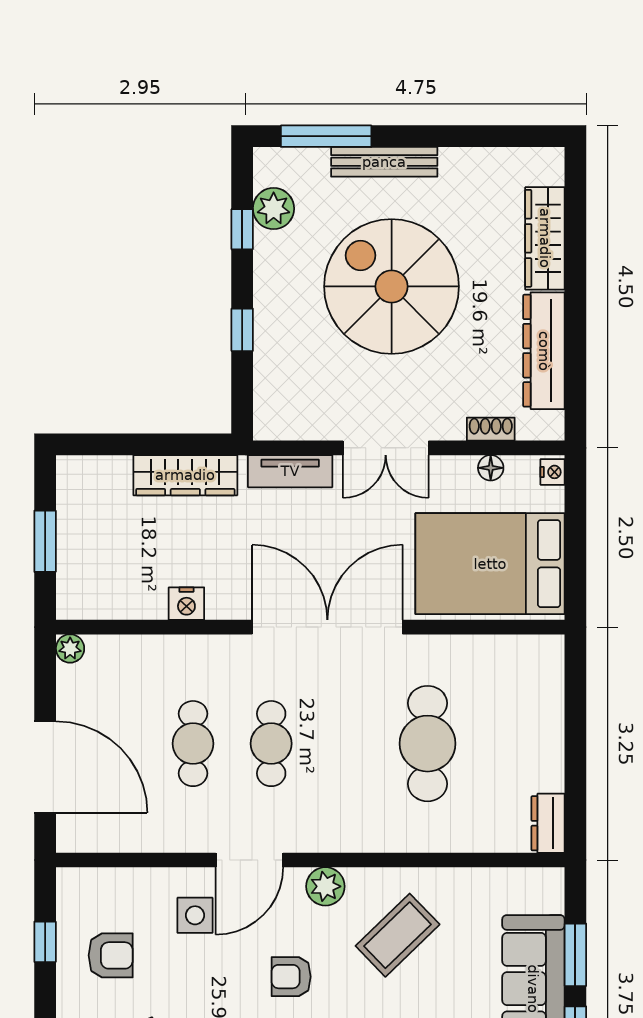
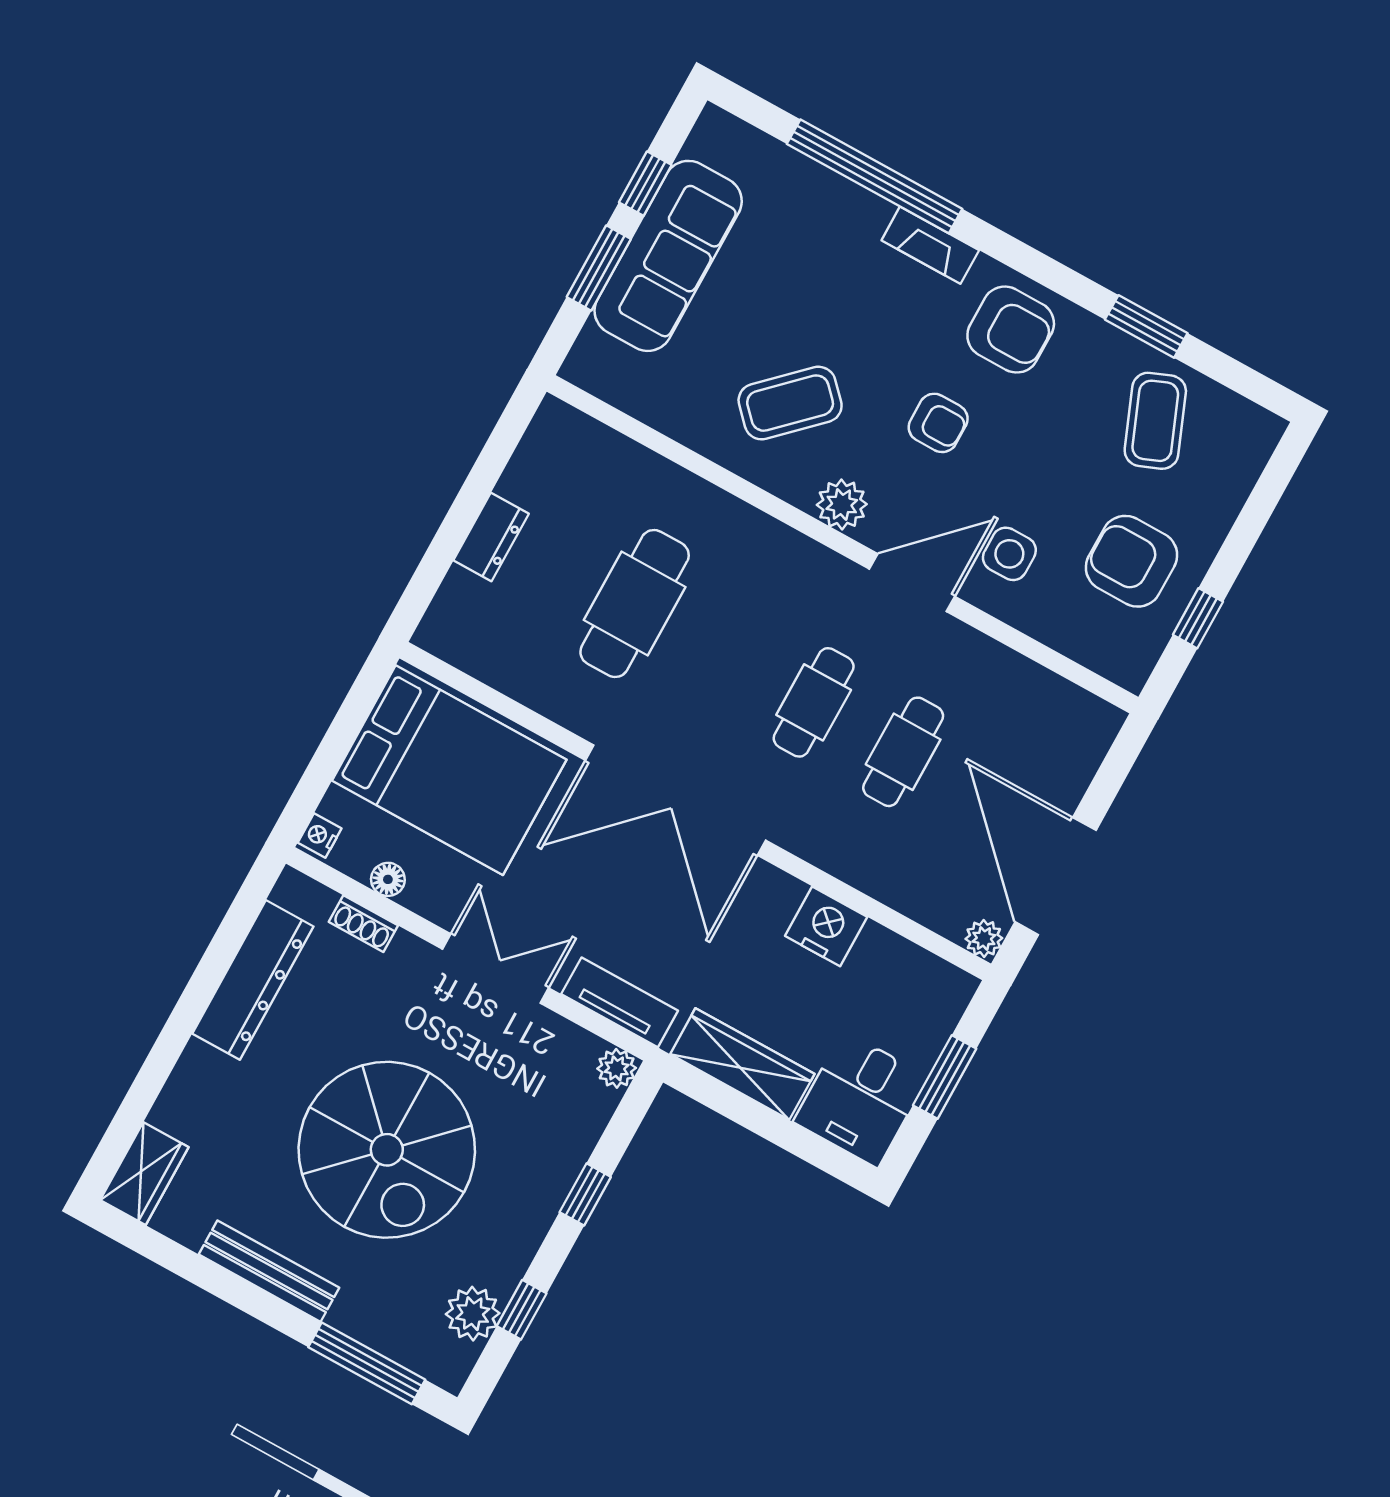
bench: (384, 162) -> (269, 1271), moved
wardrobe: (545, 238) -> (144, 1174), moved, width x0.67
plant: (268, 426) -> (617, 1068), added
desk: (93, 495) -> (861, 1099), added
nightstand: (186, 604) -> (826, 926), width x1.36, depth x1.33
door: (45, 767) -> (1056, 876), moved
dresser: (548, 823) -> (491, 537), moved
armchair: (111, 955) -> (1131, 561), width x1.38, depth x1.38

